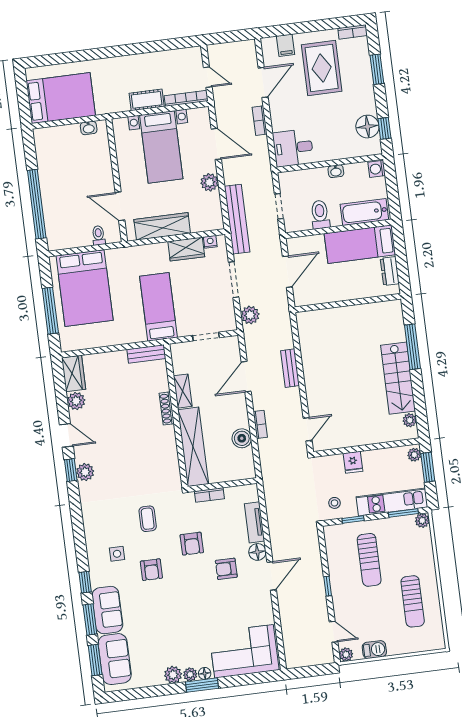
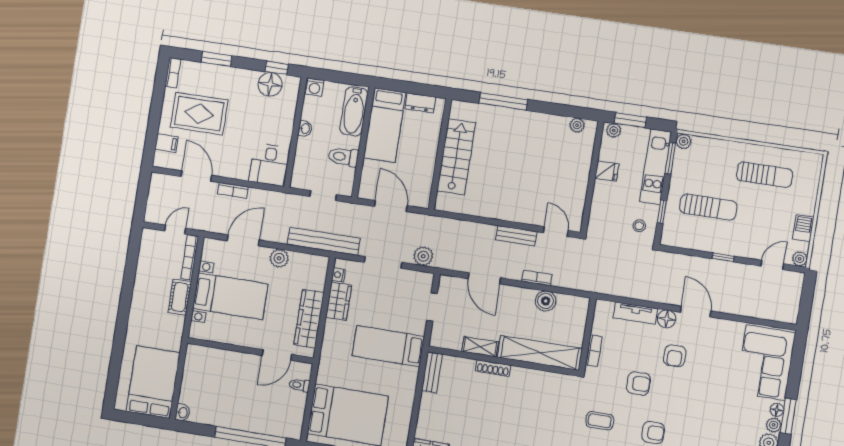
washbasin: (89, 128) -> (183, 413), moved
bench: (290, 368) -> (516, 236), moved
stairs: (398, 378) -> (456, 157), moved, turned -90
fridge: (353, 462) -> (607, 171), moved

